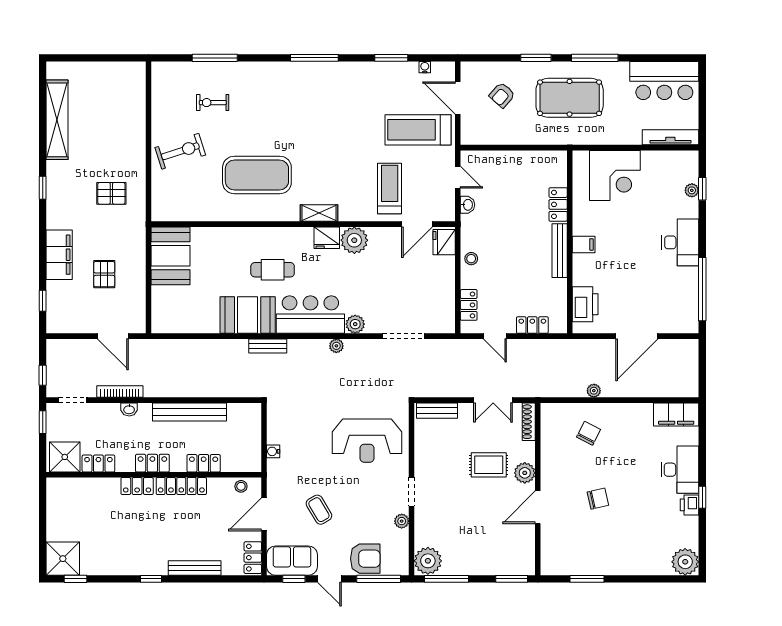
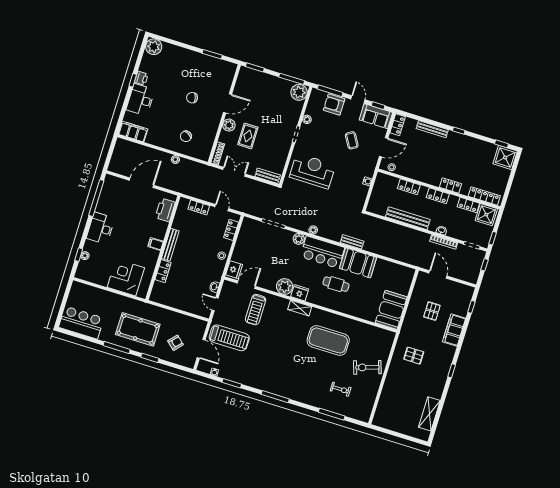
shelving: (57, 120) -> (429, 414), width x0.68
tv unit: (670, 137) -> (88, 289), removed
rug: (489, 465) -> (248, 136), turned 90
locker: (181, 486) -> (484, 196), moved

